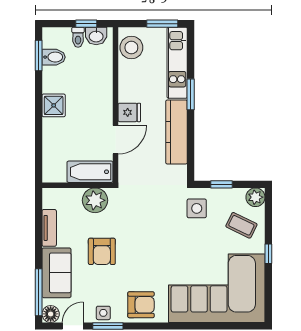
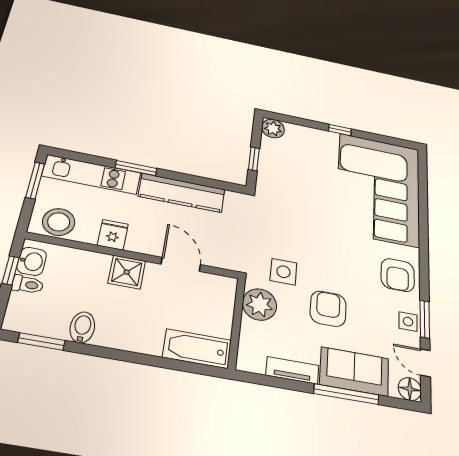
bidet: (54, 57) -> (82, 327), moved
shower: (54, 105) -> (127, 272), moved
fridge: (129, 112) -> (113, 235), moved
bathtub: (90, 172) -> (197, 349), moved, turned 90
side table: (197, 208) -> (283, 272), moved
coffee table: (241, 225) -> (305, 149), removed
armchair: (102, 251) -> (328, 309), turned -90
window: (39, 292) -> (346, 394), moved
armchair: (141, 305) -> (398, 275), turned 180

